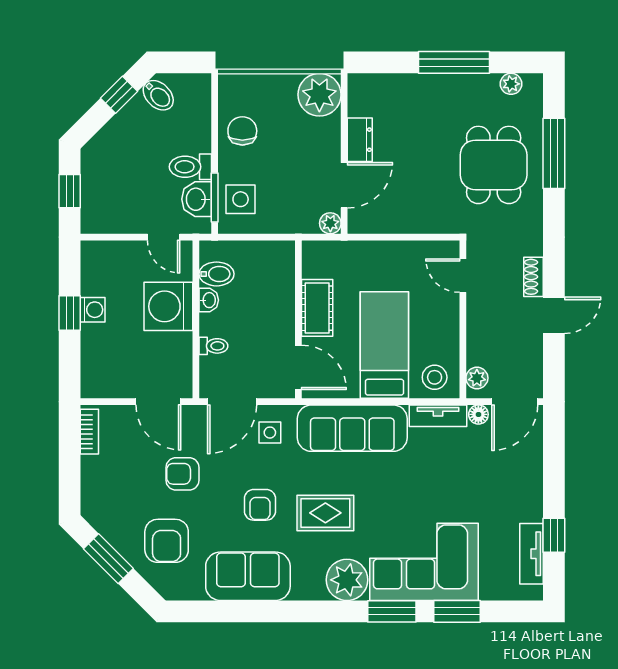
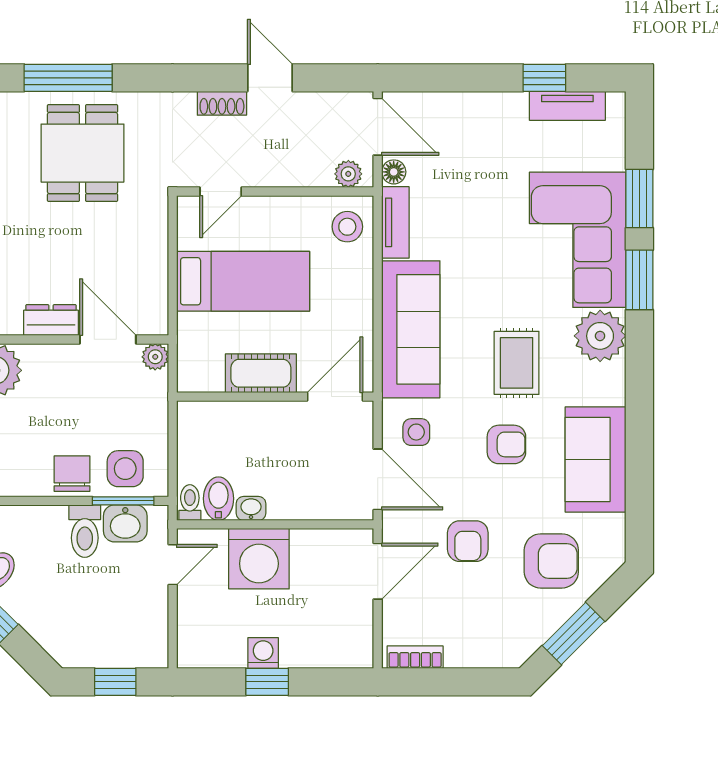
chair: (242, 131) -> (72, 474), moved, turned 90
dining table: (494, 165) -> (82, 153), turned 90
bed: (384, 345) -> (243, 281), moved, turned 180
toilet: (213, 346) -> (190, 503), moved

